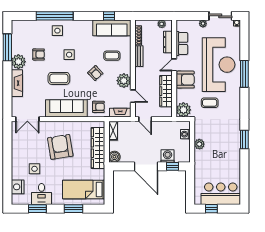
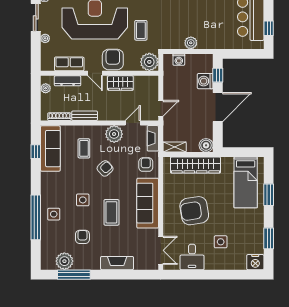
plant: (18, 62) -> (64, 261), moved
wardrobe: (166, 91) -> (120, 83), width x0.67
nightstand: (18, 187) -> (255, 262), moved
desk: (42, 194) -> (192, 257), moved, turned 90

